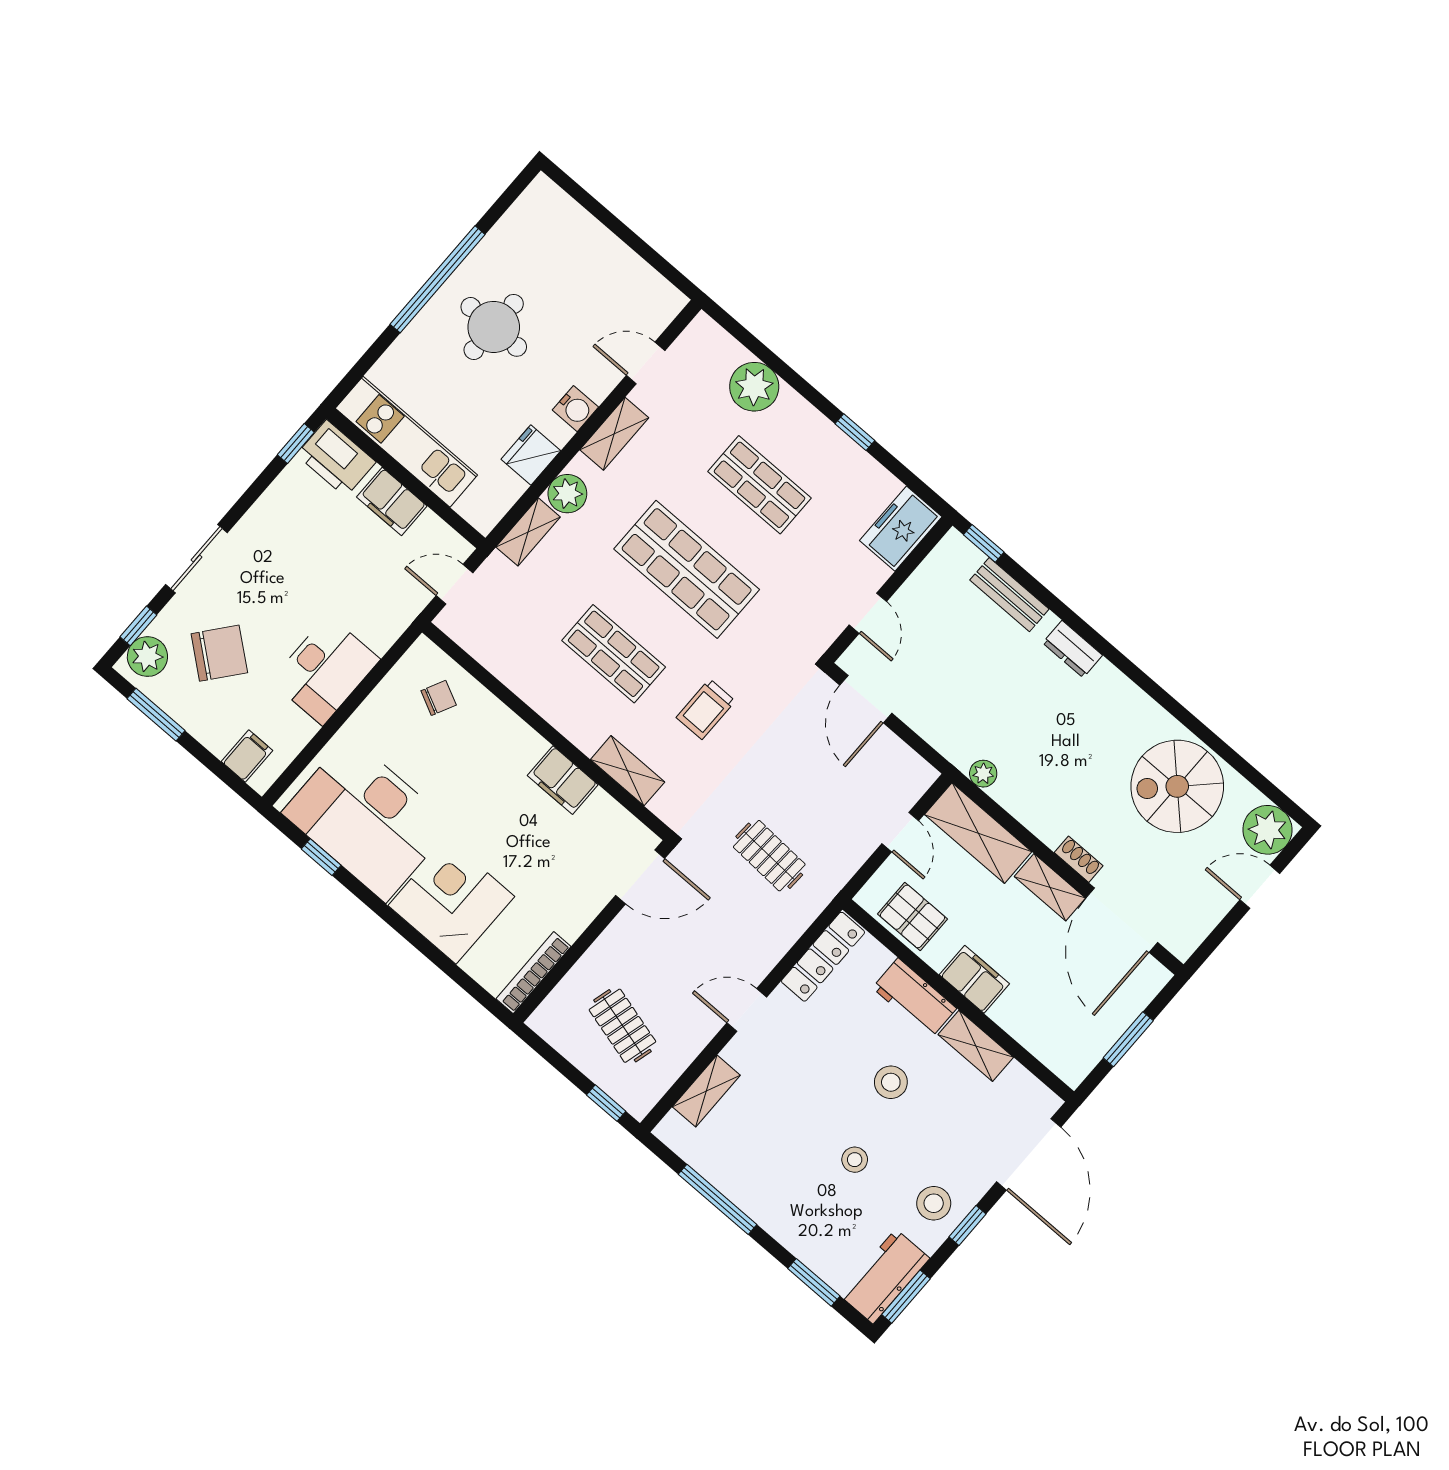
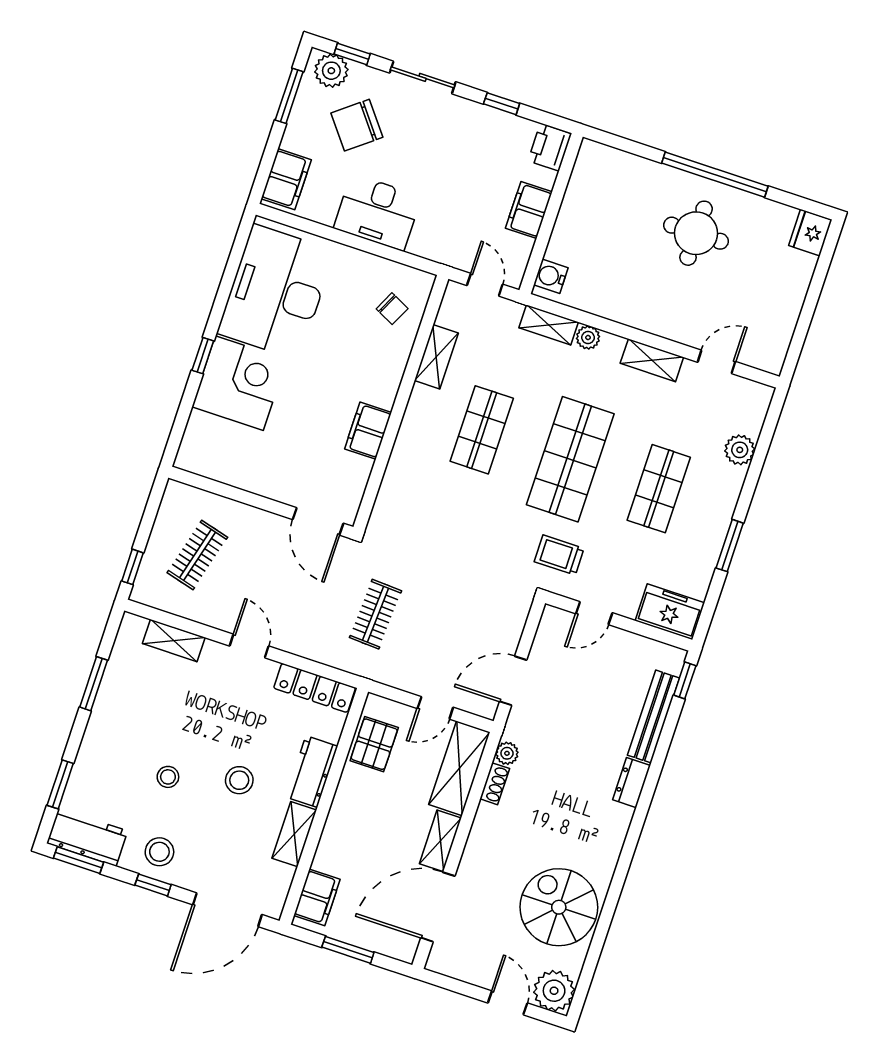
door: (646, 363) -> (717, 362), hinge flipped
plant: (754, 387) -> (740, 450), width x0.73, depth x0.73
water cooler: (575, 409) -> (551, 276), moved, turned 90
window: (855, 432) -> (730, 546), width x1.50
kitchen unit: (406, 442) -> (580, 202), removed
window: (296, 444) -> (502, 104), moved
fridge: (531, 455) -> (810, 233), moved, turned -90
printer: (336, 458) -> (550, 147), width x0.73, depth x0.84
plant: (567, 494) -> (588, 338), width x0.73, depth x0.73
bench: (1009, 595) -> (654, 717), width x1.36
chair: (219, 653) -> (357, 125), turned 103
door: (866, 699) -> (513, 681), moved
trolley: (706, 709) -> (559, 555), moved
filing cabinet: (247, 756) -> (286, 179), width x2.00
shelving: (628, 771) -> (436, 357), moved
window: (321, 857) -> (203, 356), moved
shoe rack: (1079, 859) -> (495, 784), moved
bookcase: (534, 973) -> (210, 469), removed
filing cabinet: (974, 979) -> (317, 897), moved
window: (718, 1199) -> (94, 684), width x0.69

